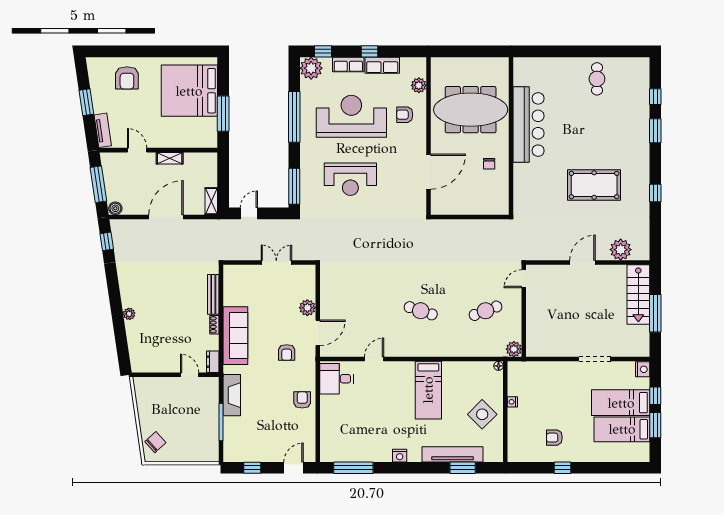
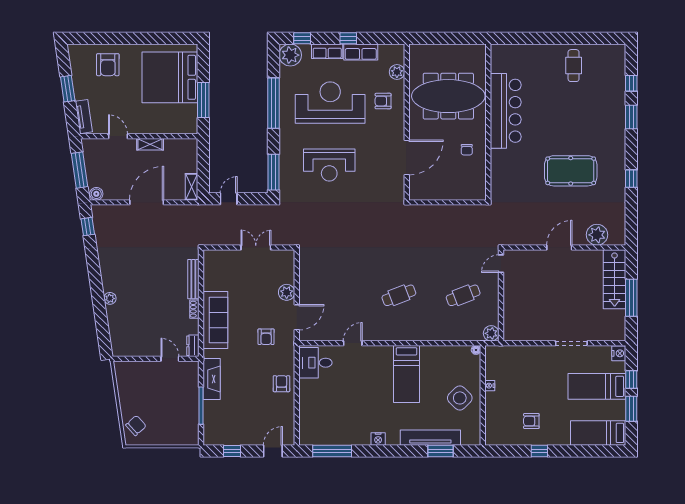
cafe table: (421, 311) -> (399, 295), turned -39
bed: (622, 429) -> (598, 433), moved

